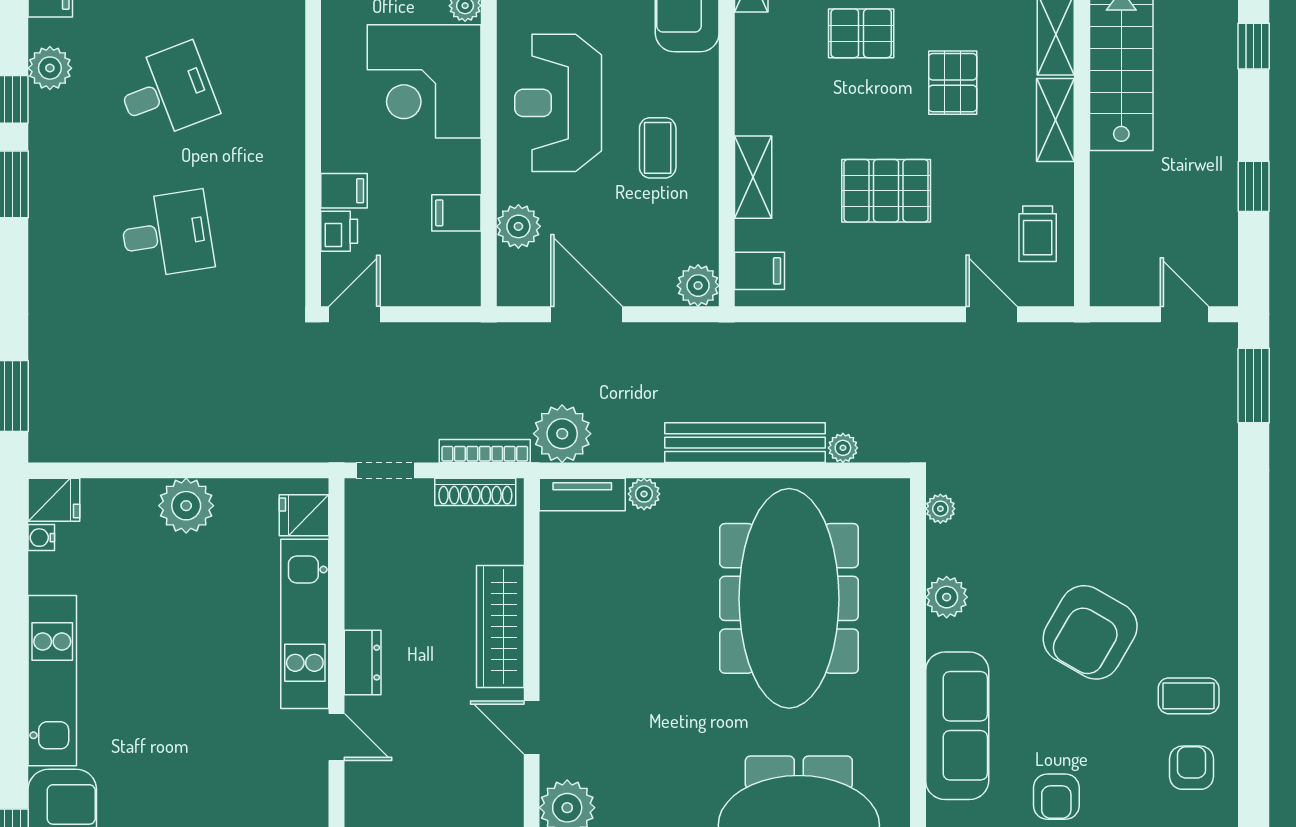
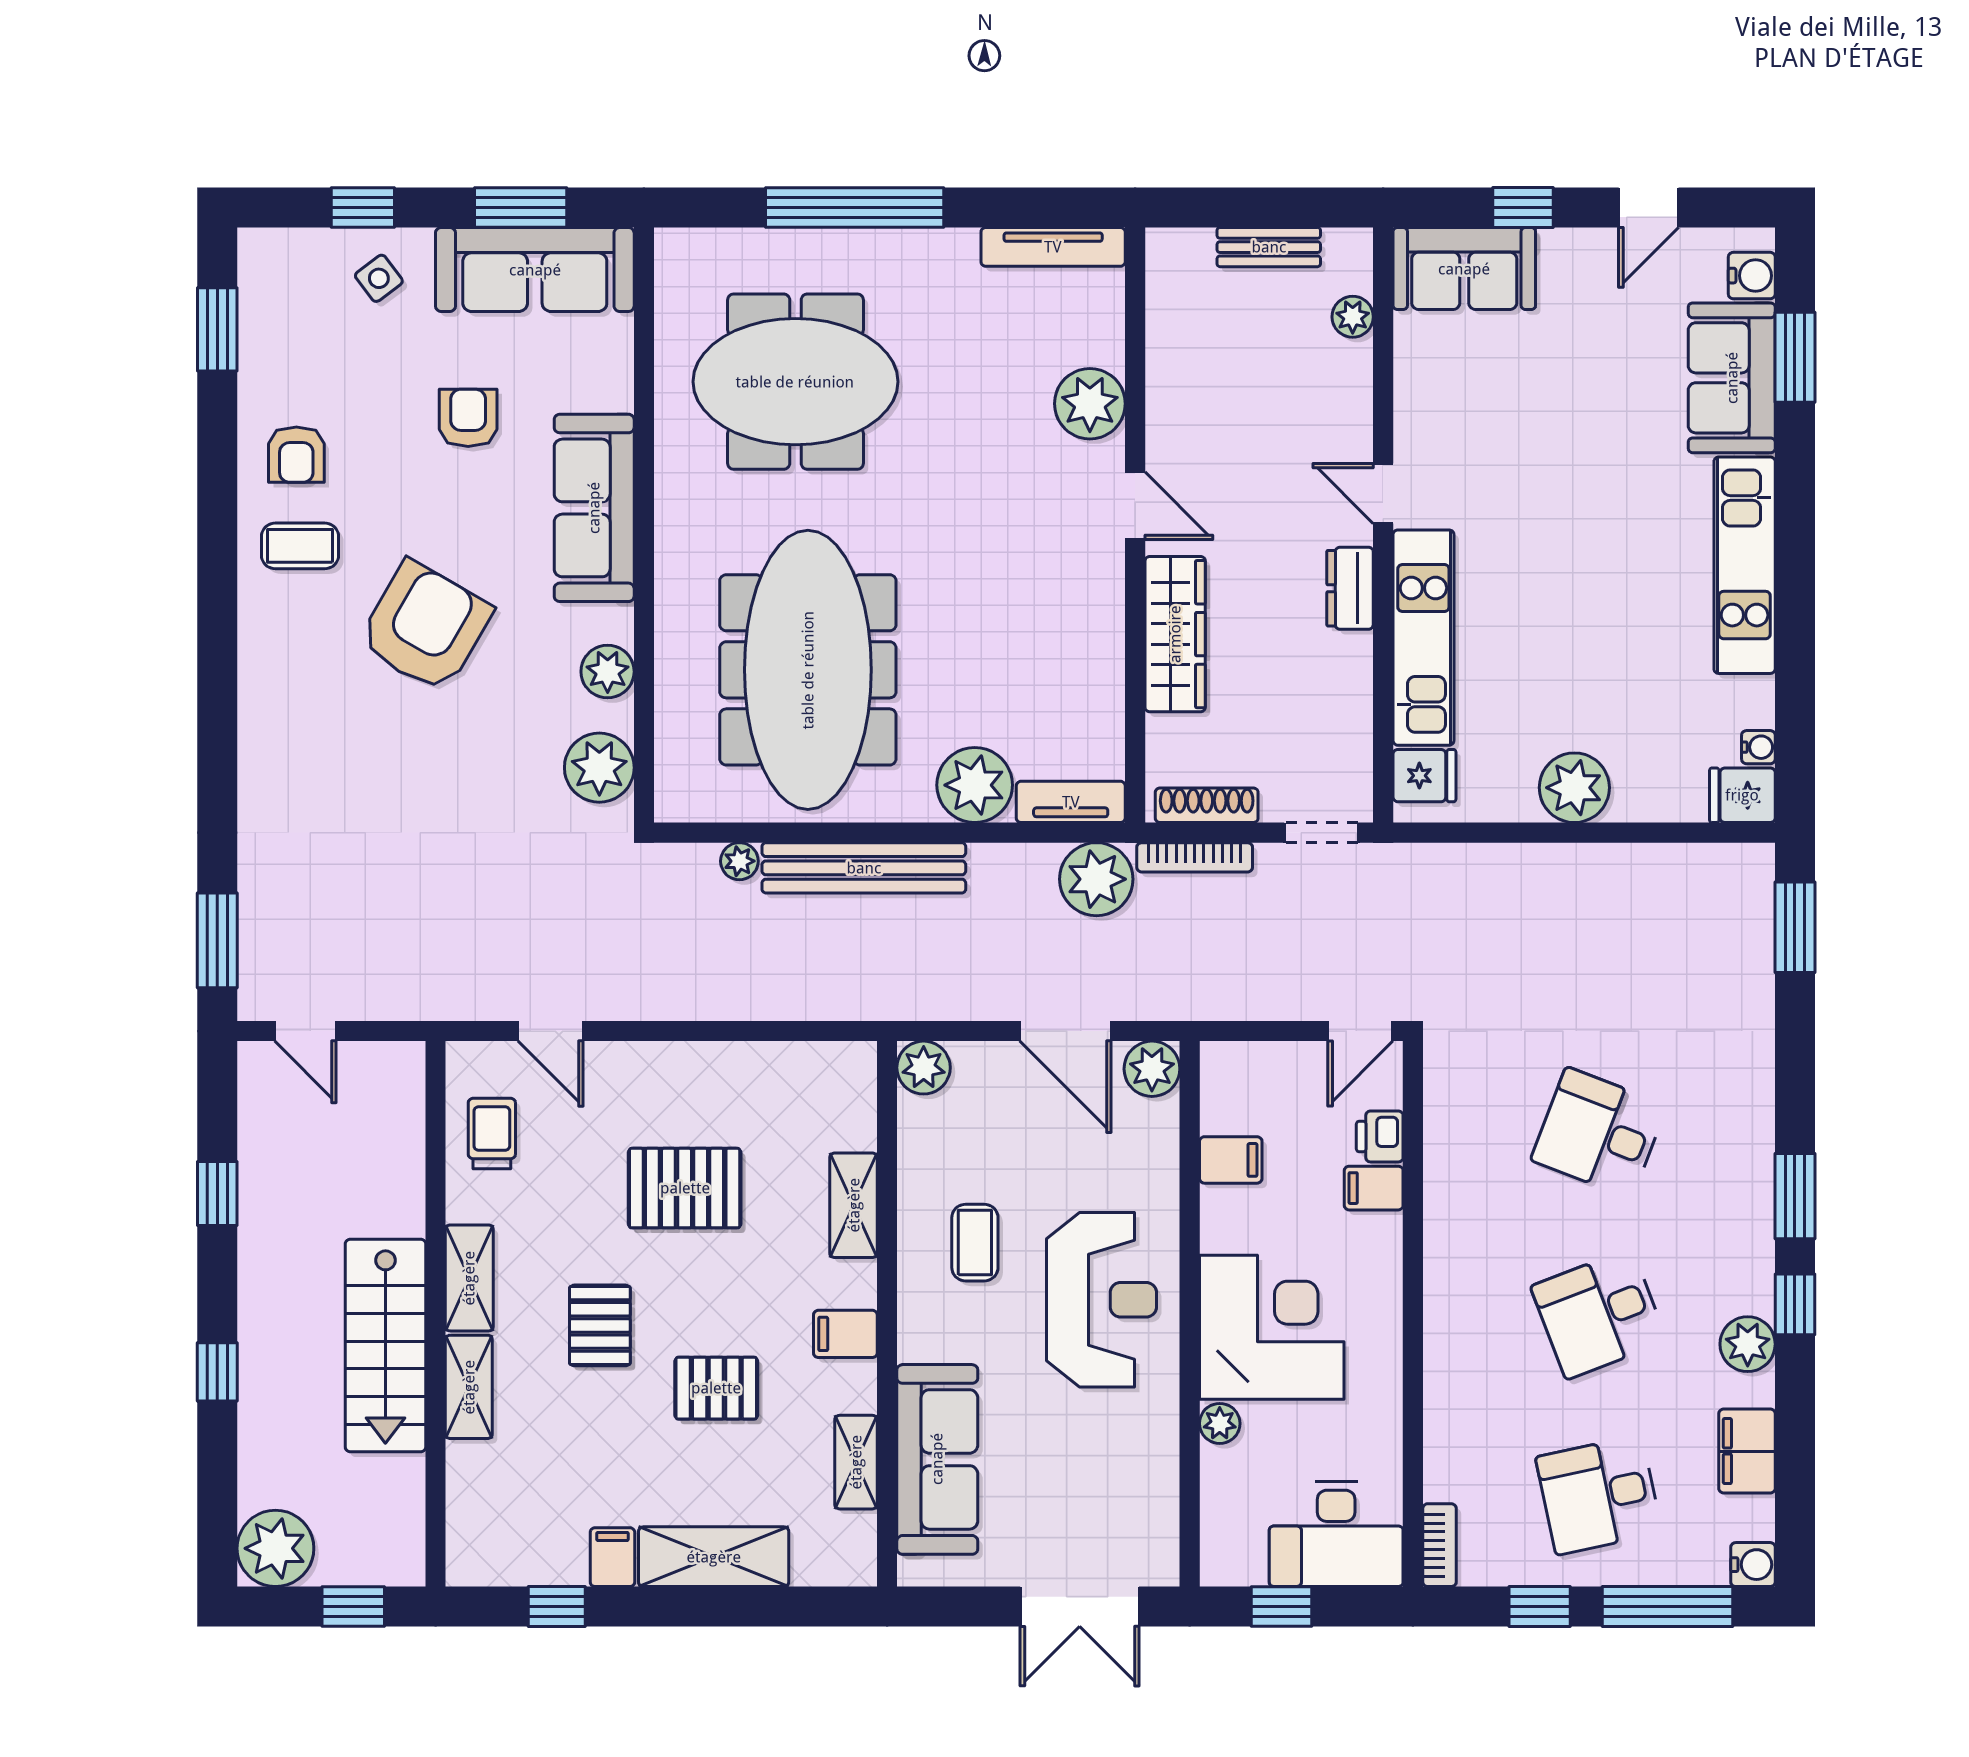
plant: (518, 226) -> (1152, 1069), moved
desk: (167, 234) -> (1599, 1133), turned 30
filing cabinet: (760, 271) -> (845, 1334), moved
plant: (644, 494) -> (975, 785), width x1.87, depth x1.87
plant: (940, 509) -> (599, 768), width x1.88, depth x1.88

